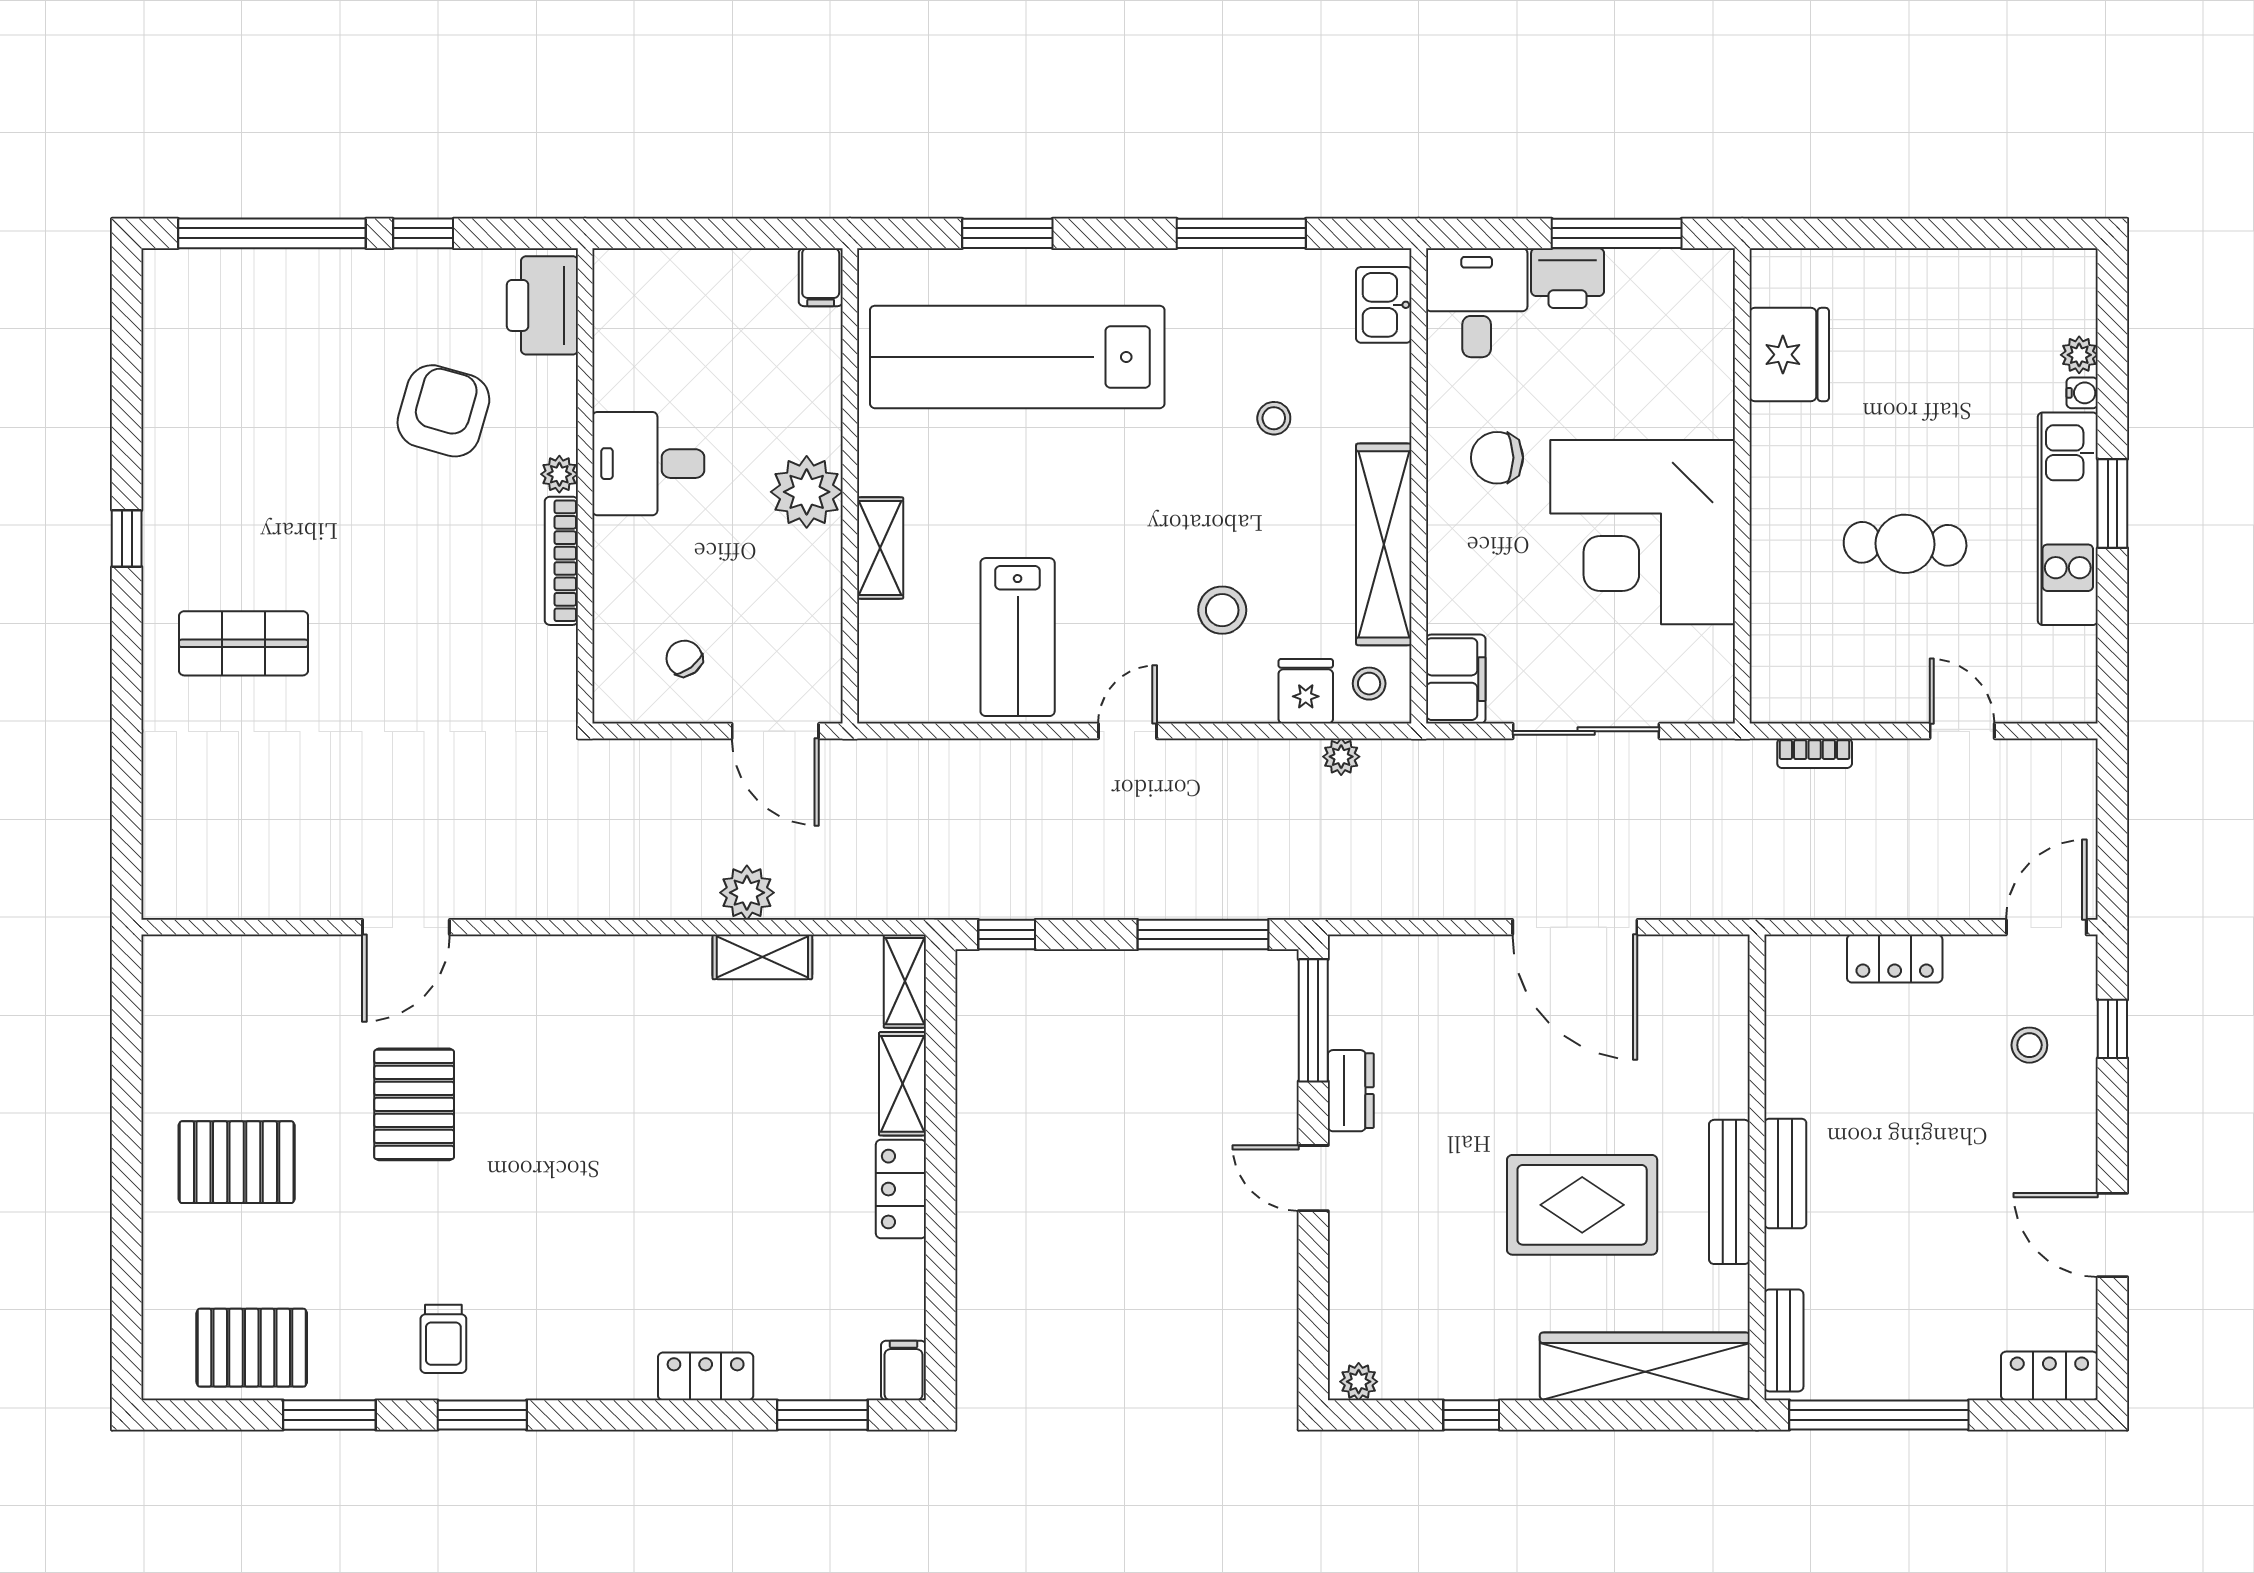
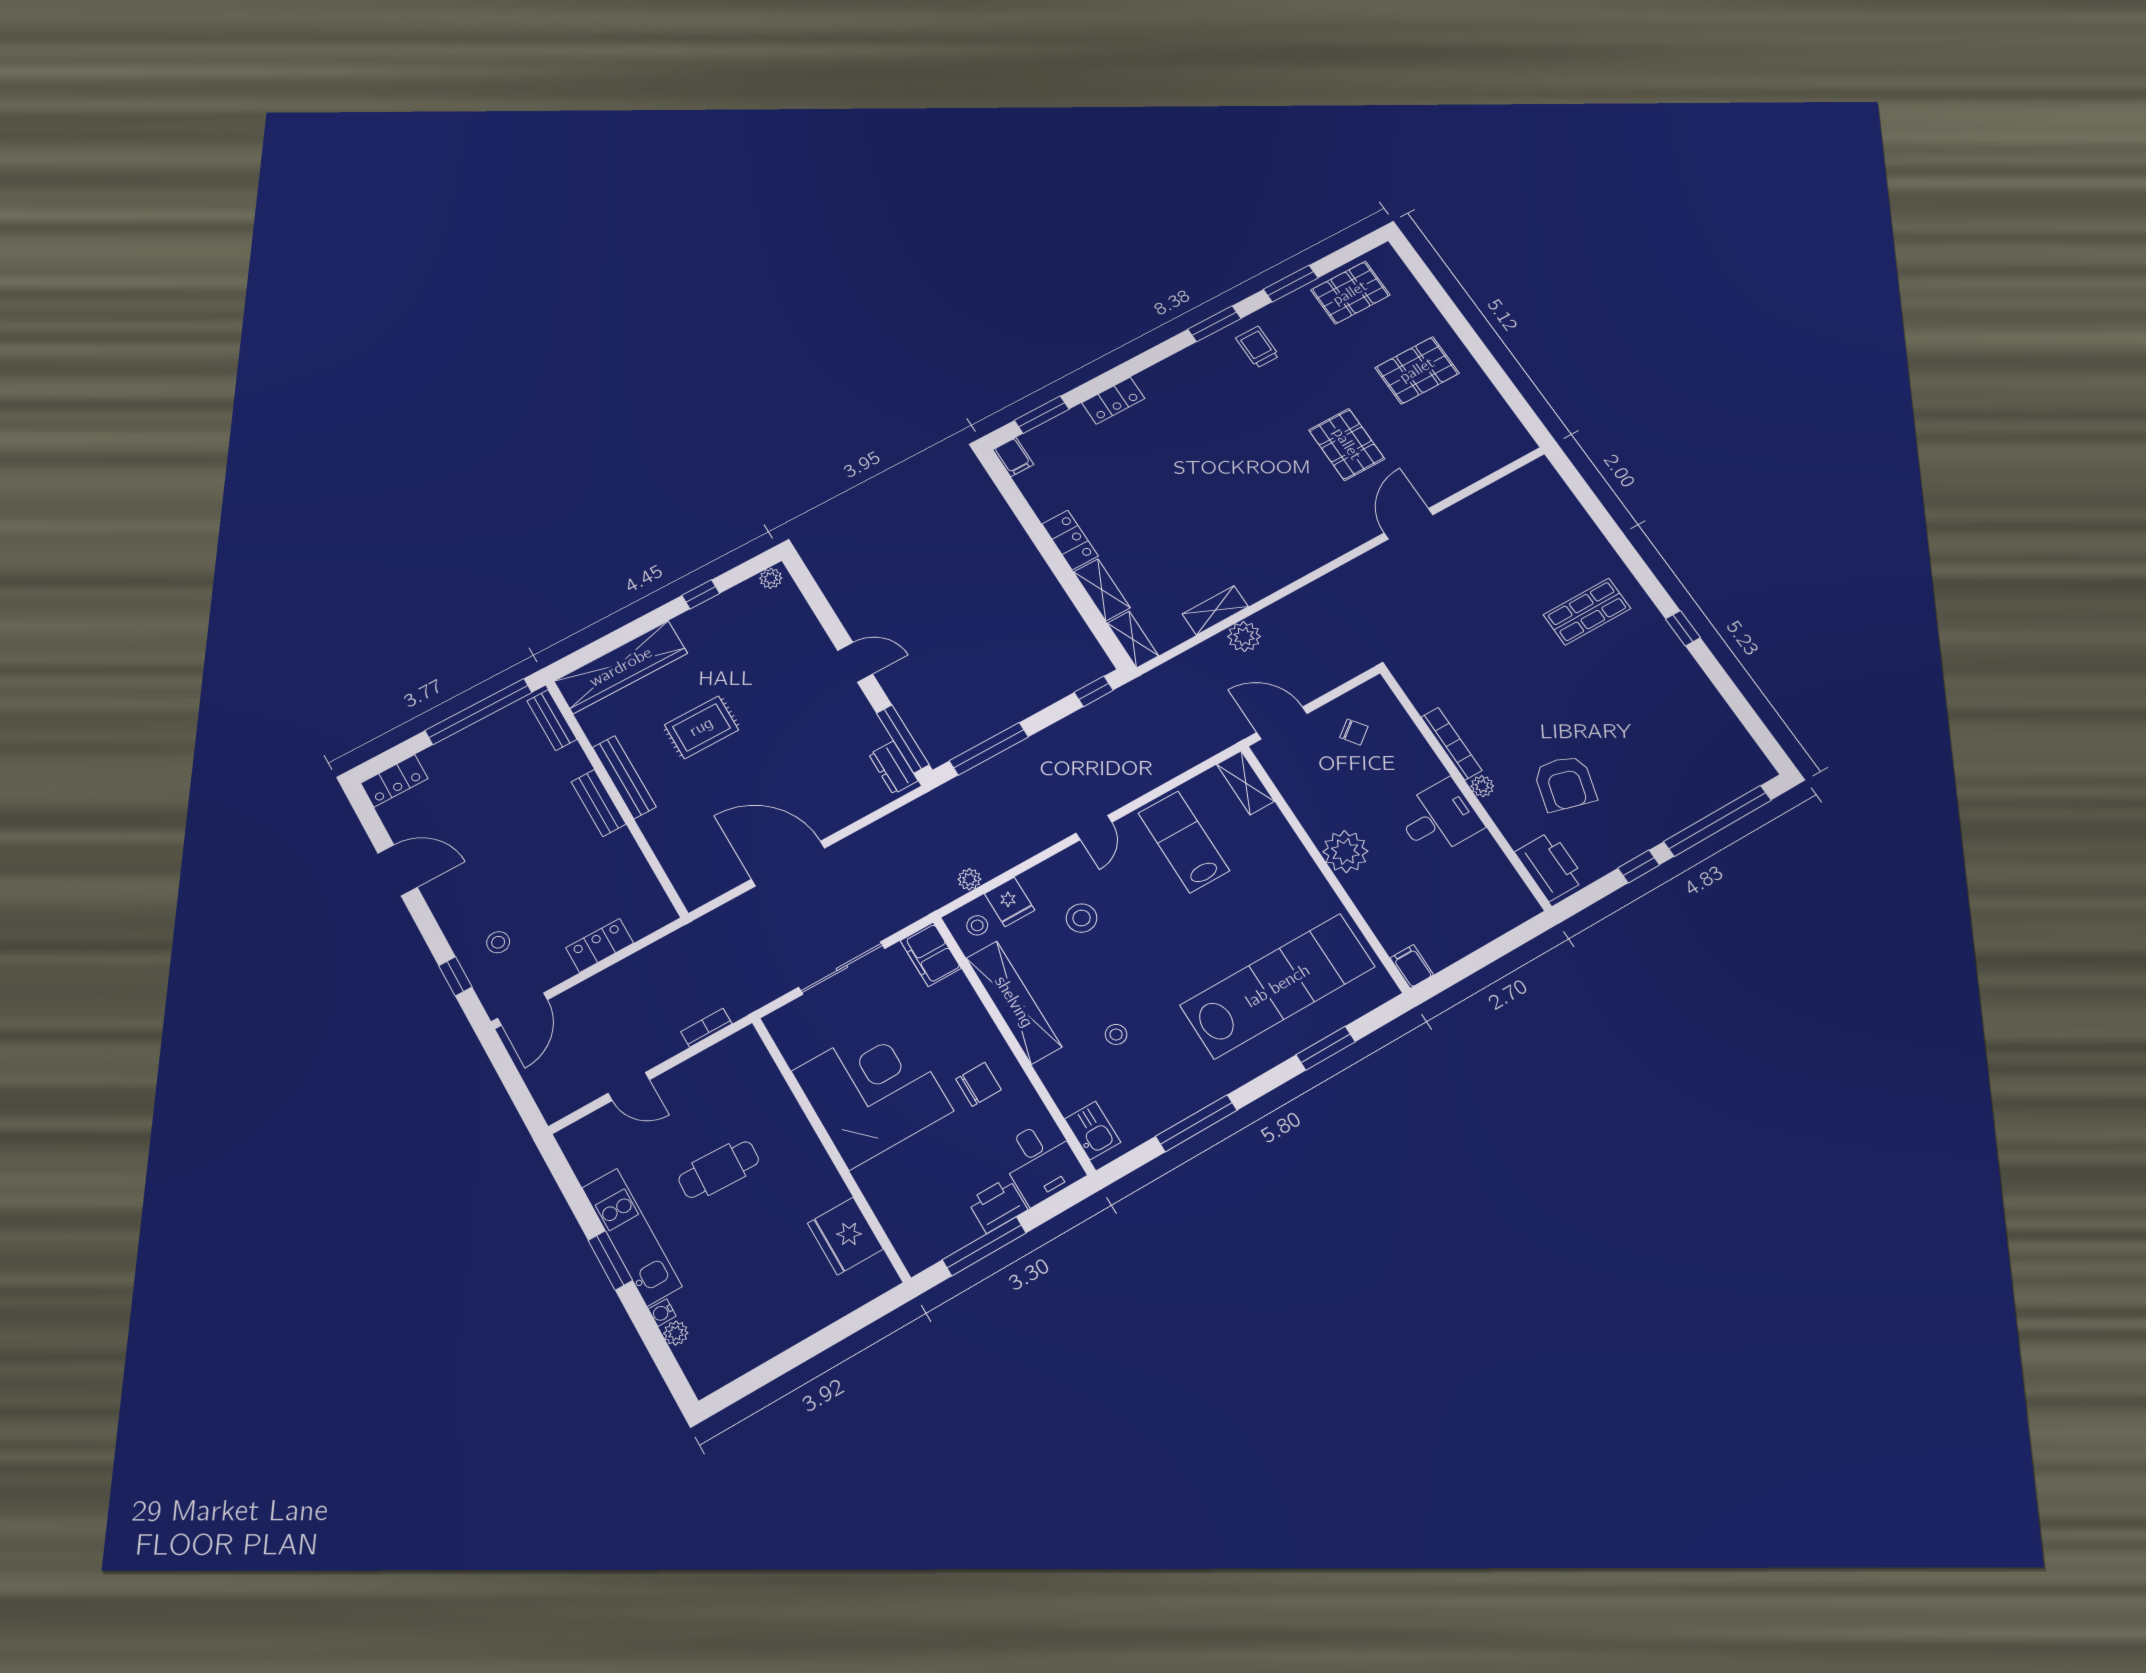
shelving: (880, 548) -> (1246, 783), moved
dresser: (1351, 1091) -> (893, 768), moved
rug: (1582, 1205) -> (701, 727), width x0.73, depth x0.70

